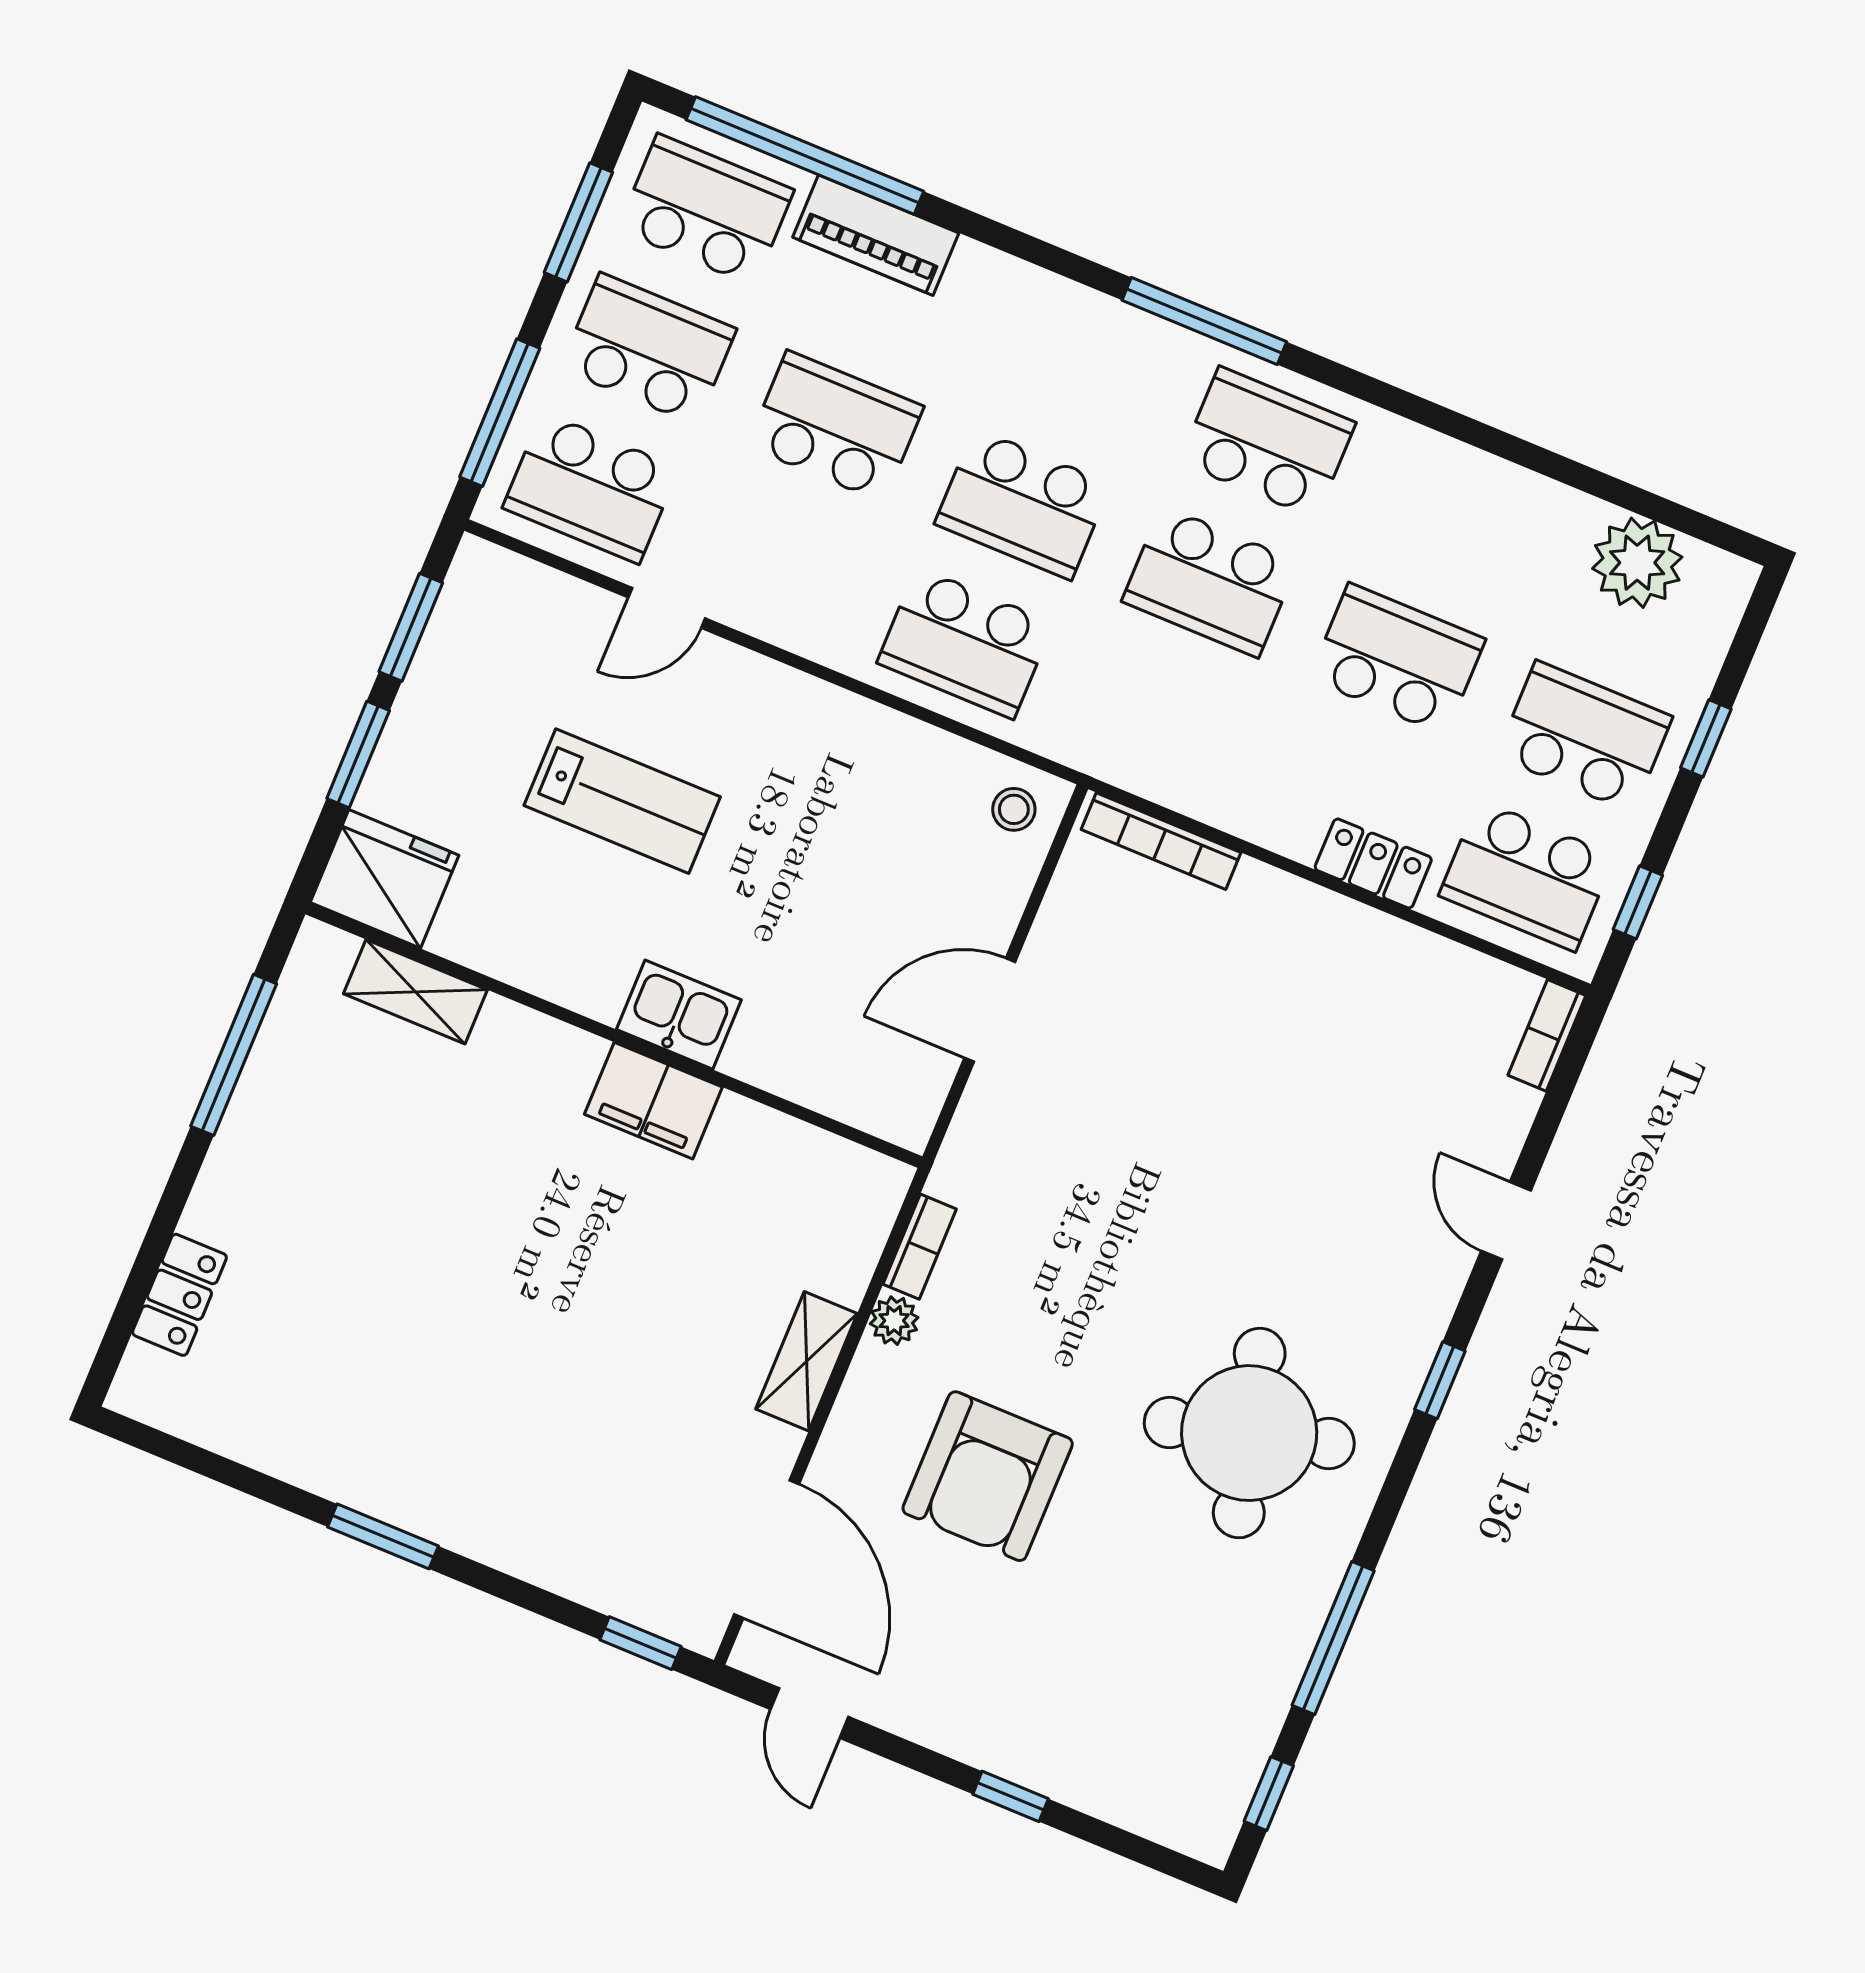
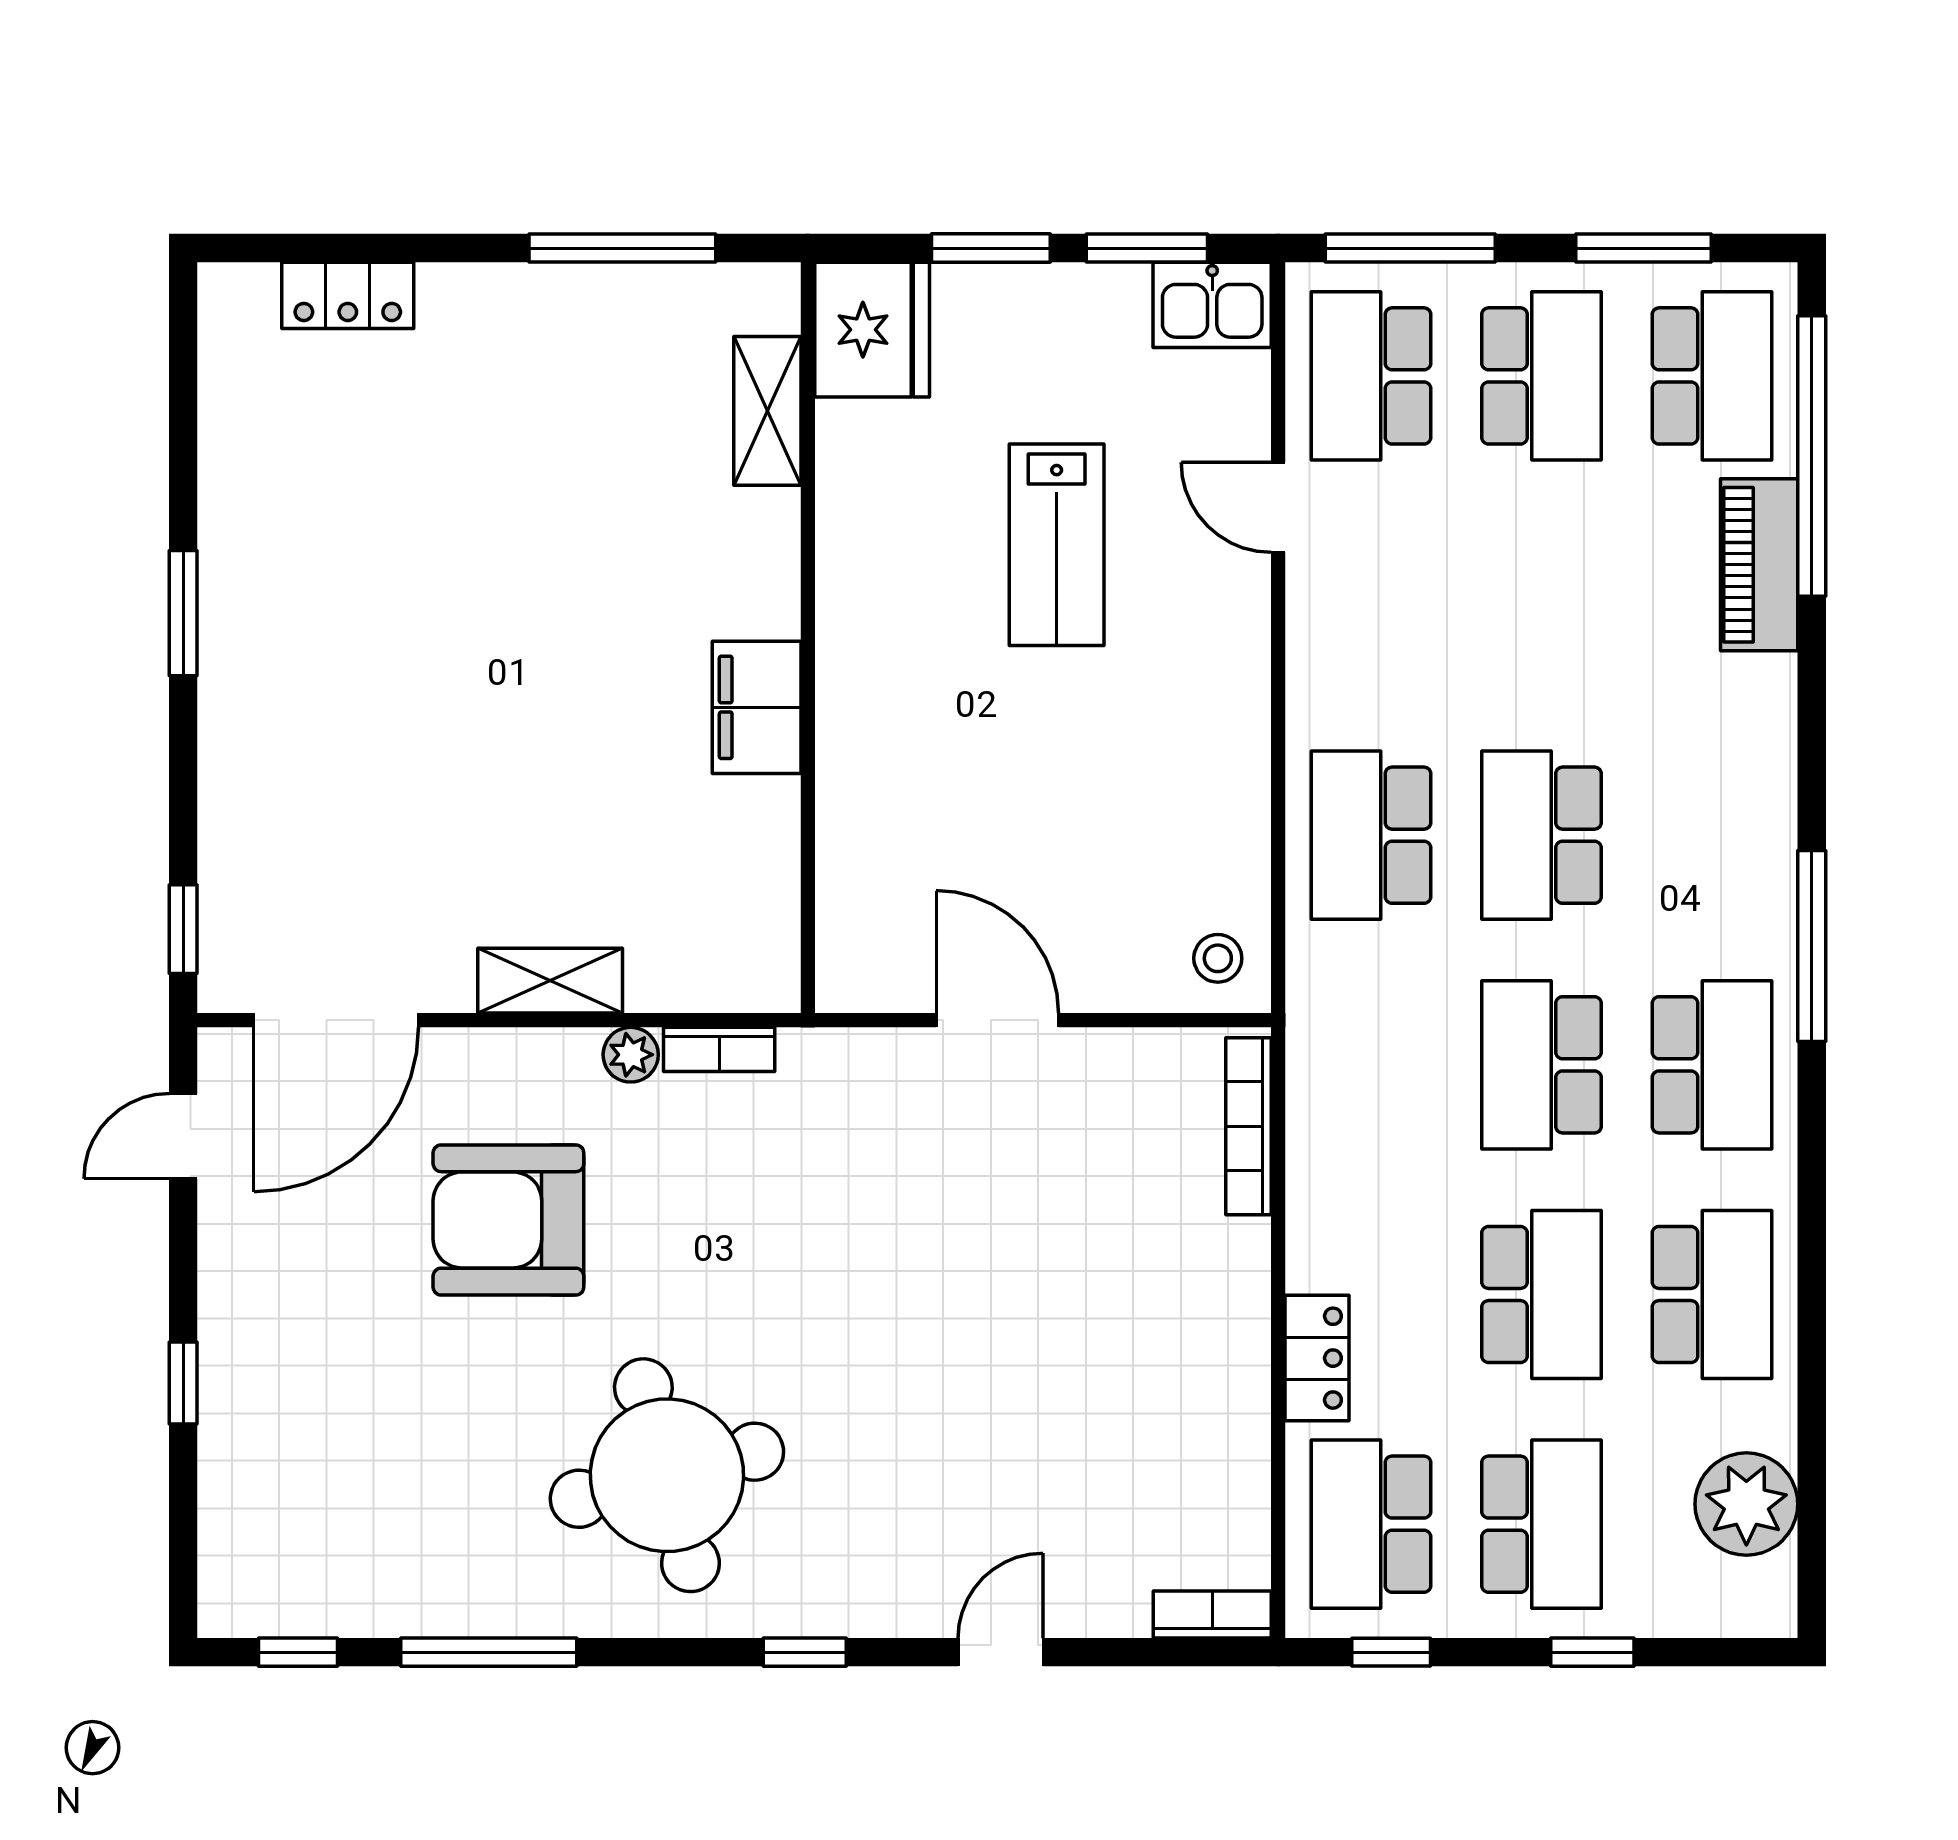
school desk: (836, 426) -> (1712, 1294), moved
kitchen sink: (679, 1015) -> (1212, 305), moved, turned 90

